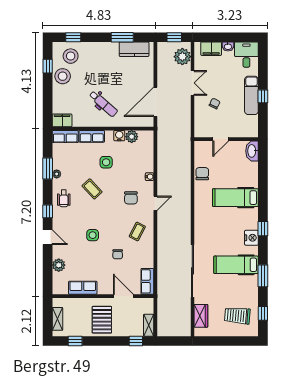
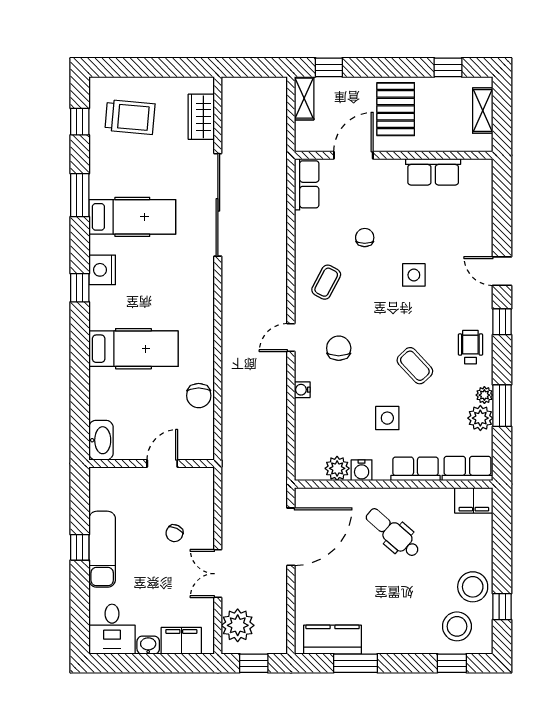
plant: (59, 265) -> (480, 418), moved
door: (123, 296) -> (353, 155), swing flipped

